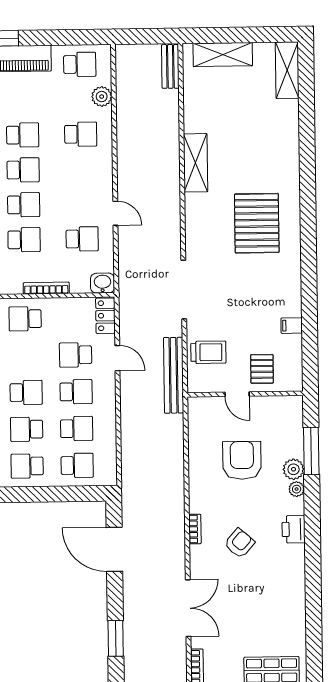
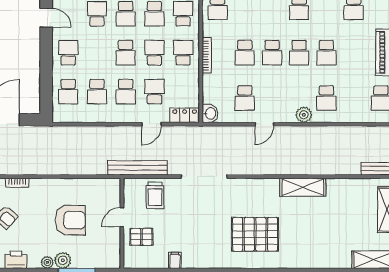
plant: (102, 97) -> (304, 115), moved
bookcase: (46, 288) -> (207, 55), moved
school desk: (27, 429) -> (154, 53), moved

